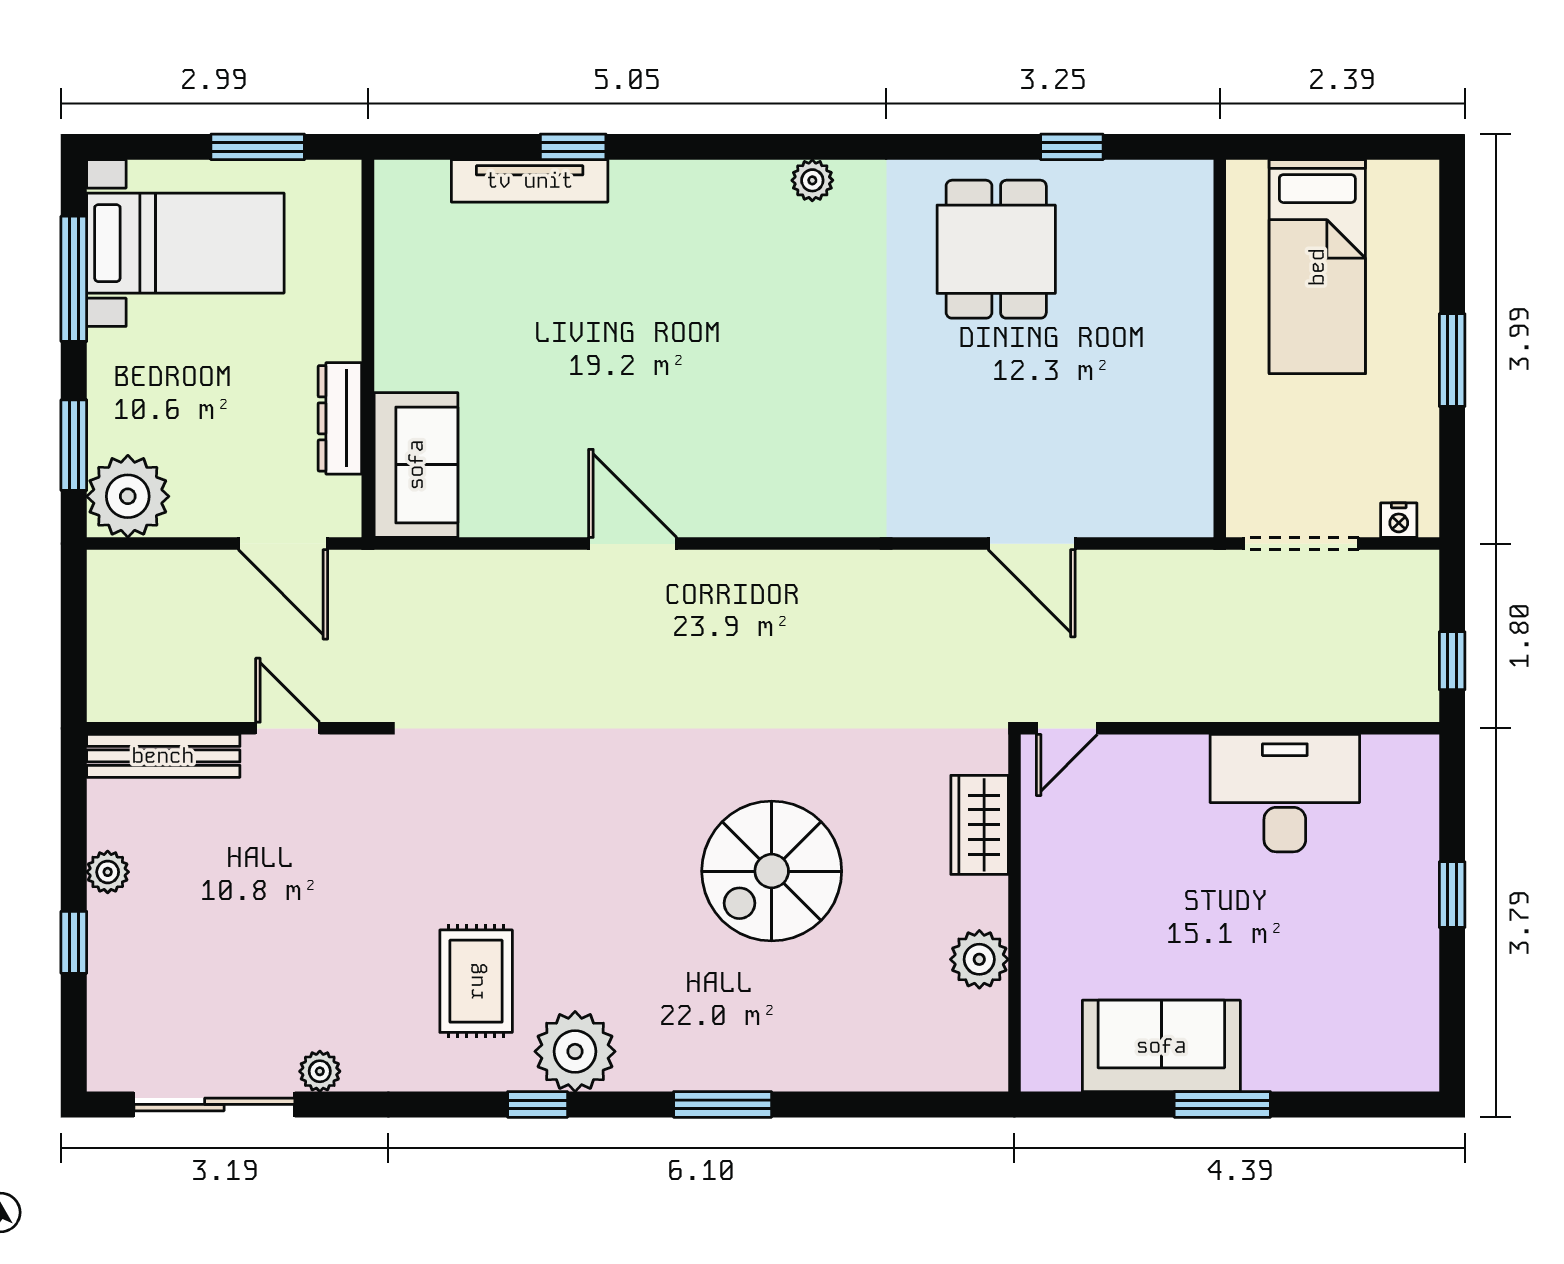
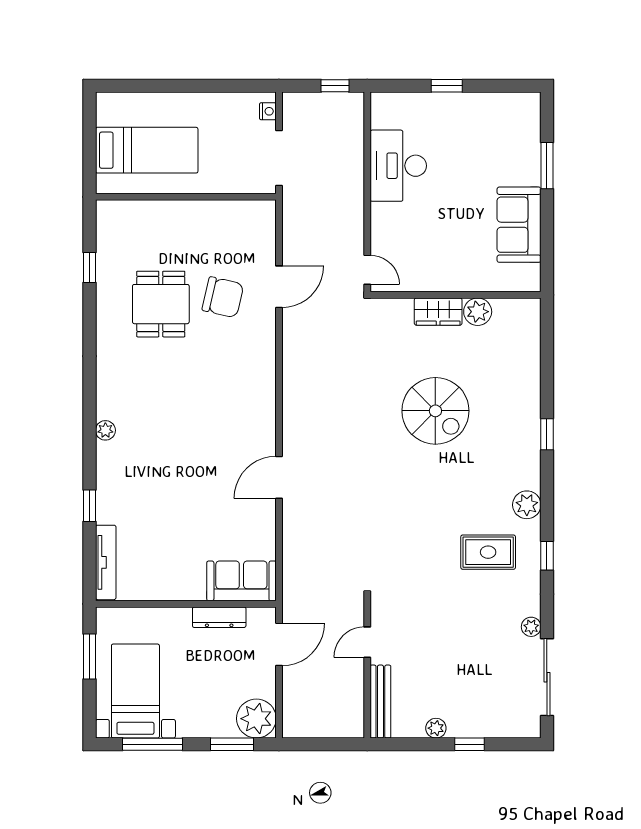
plant: (812, 180) -> (105, 430), moved
tv unit: (530, 181) -> (106, 562), moved
dining table: (996, 249) -> (161, 304), moved, turned 90
window: (1452, 360) -> (191, 86), removed
chair: (1010, 426) -> (223, 297), added
wardrobe: (980, 825) -> (438, 312), moved
plant: (575, 1051) -> (527, 505), width x0.73, depth x0.73
window: (538, 1104) -> (547, 556), moved
window: (723, 1104) -> (547, 434), width x0.67
window: (1222, 1104) -> (547, 166), moved

